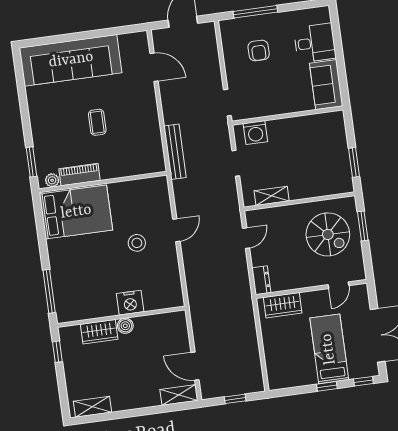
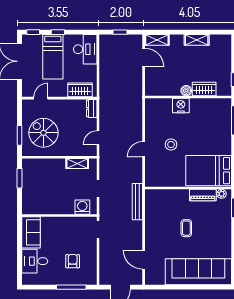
desk: (283, 367) -> (85, 49), added
shelving: (93, 407) -> (197, 40), moved

